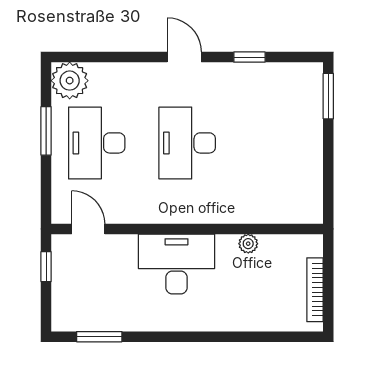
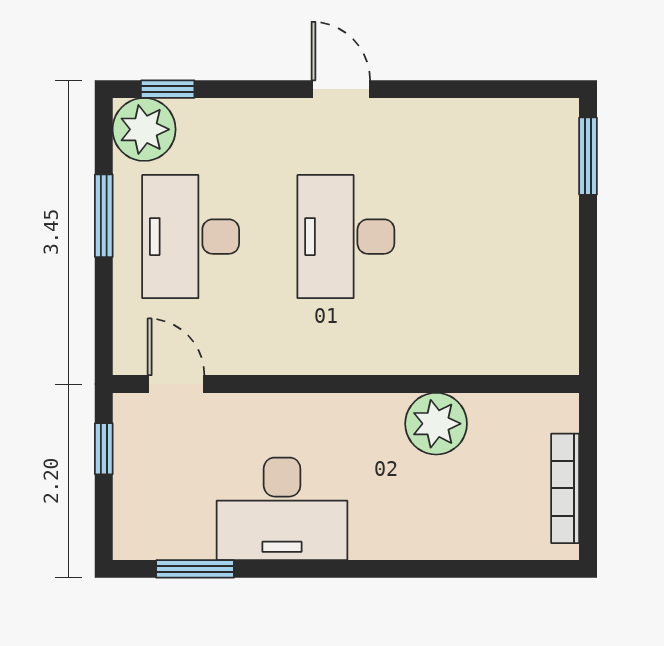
window: (249, 57) -> (168, 89), moved
plant: (248, 244) -> (436, 424), width x1.88, depth x1.88
desk: (177, 264) -> (282, 509), moved, turned 180

